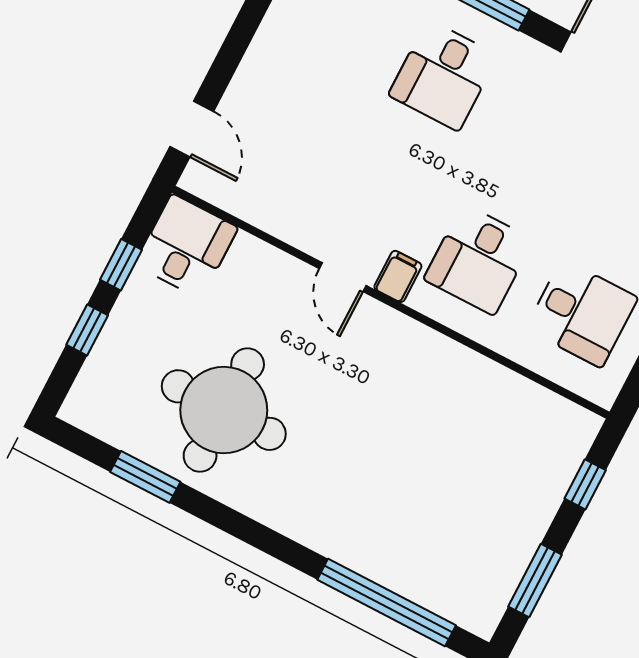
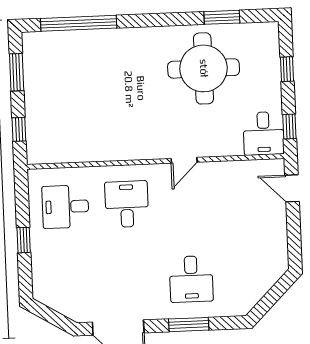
desk: (443, 75) -> (191, 279), turned 180
window: (121, 265) -> (289, 126), moved
filing cabinet: (398, 276) -> (159, 175), removed
door: (343, 277) -> (184, 160), swing flipped

